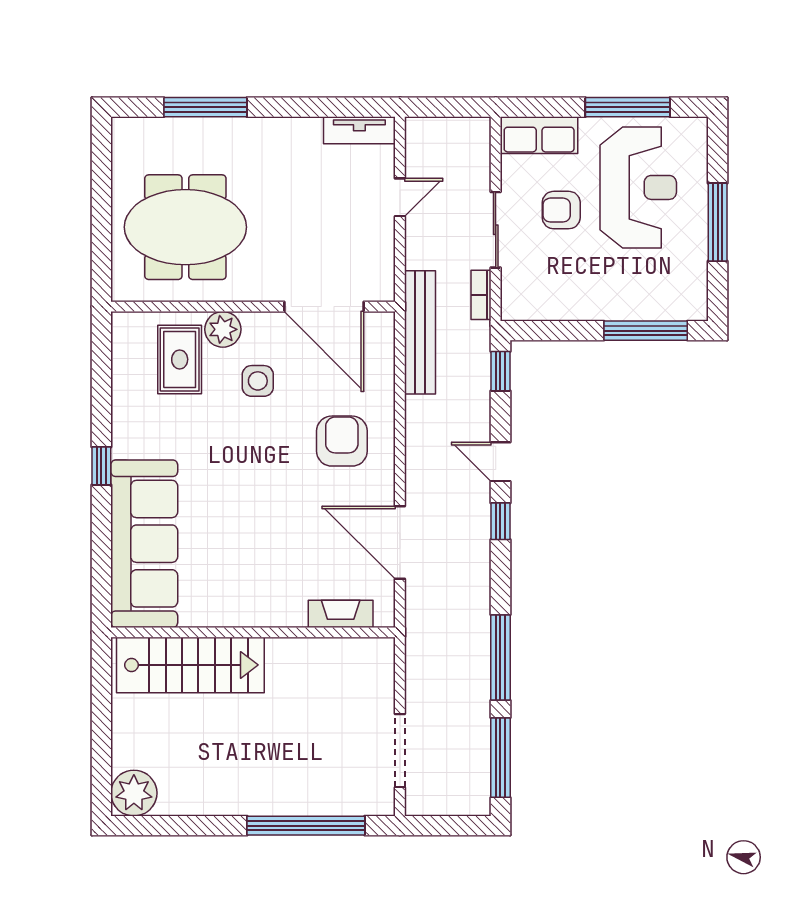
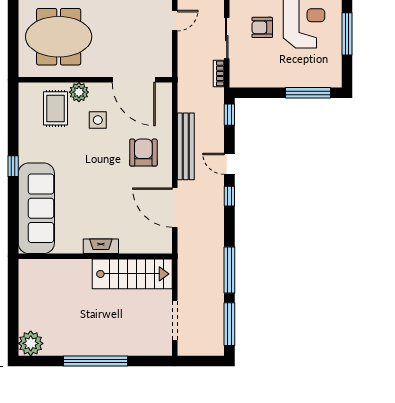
bench: (420, 332) -> (186, 146), moved
fireplace: (341, 614) -> (101, 246), moved
stairs: (190, 665) -> (132, 274), moved
window: (306, 826) -> (96, 361), moved

